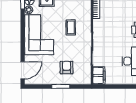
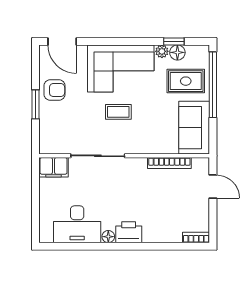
coffee table: (71, 27) -> (118, 112), moved
armchair: (67, 68) -> (55, 90), moved

